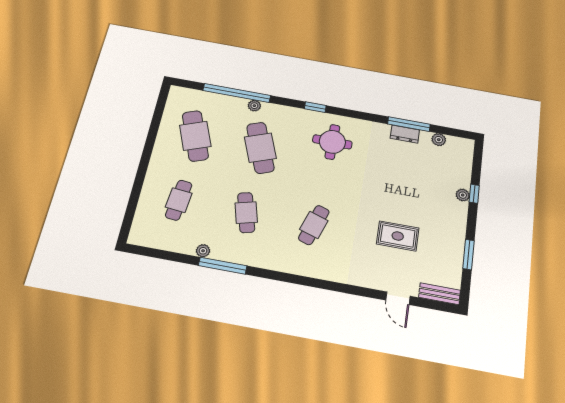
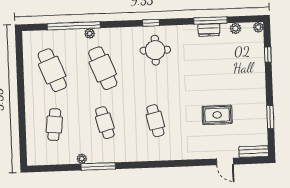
window: (315, 107) -> (151, 23), moved
window: (474, 194) -> (268, 55), moved
plant: (463, 195) -> (258, 27), moved
cafe table: (314, 225) -> (155, 121), turned -30

